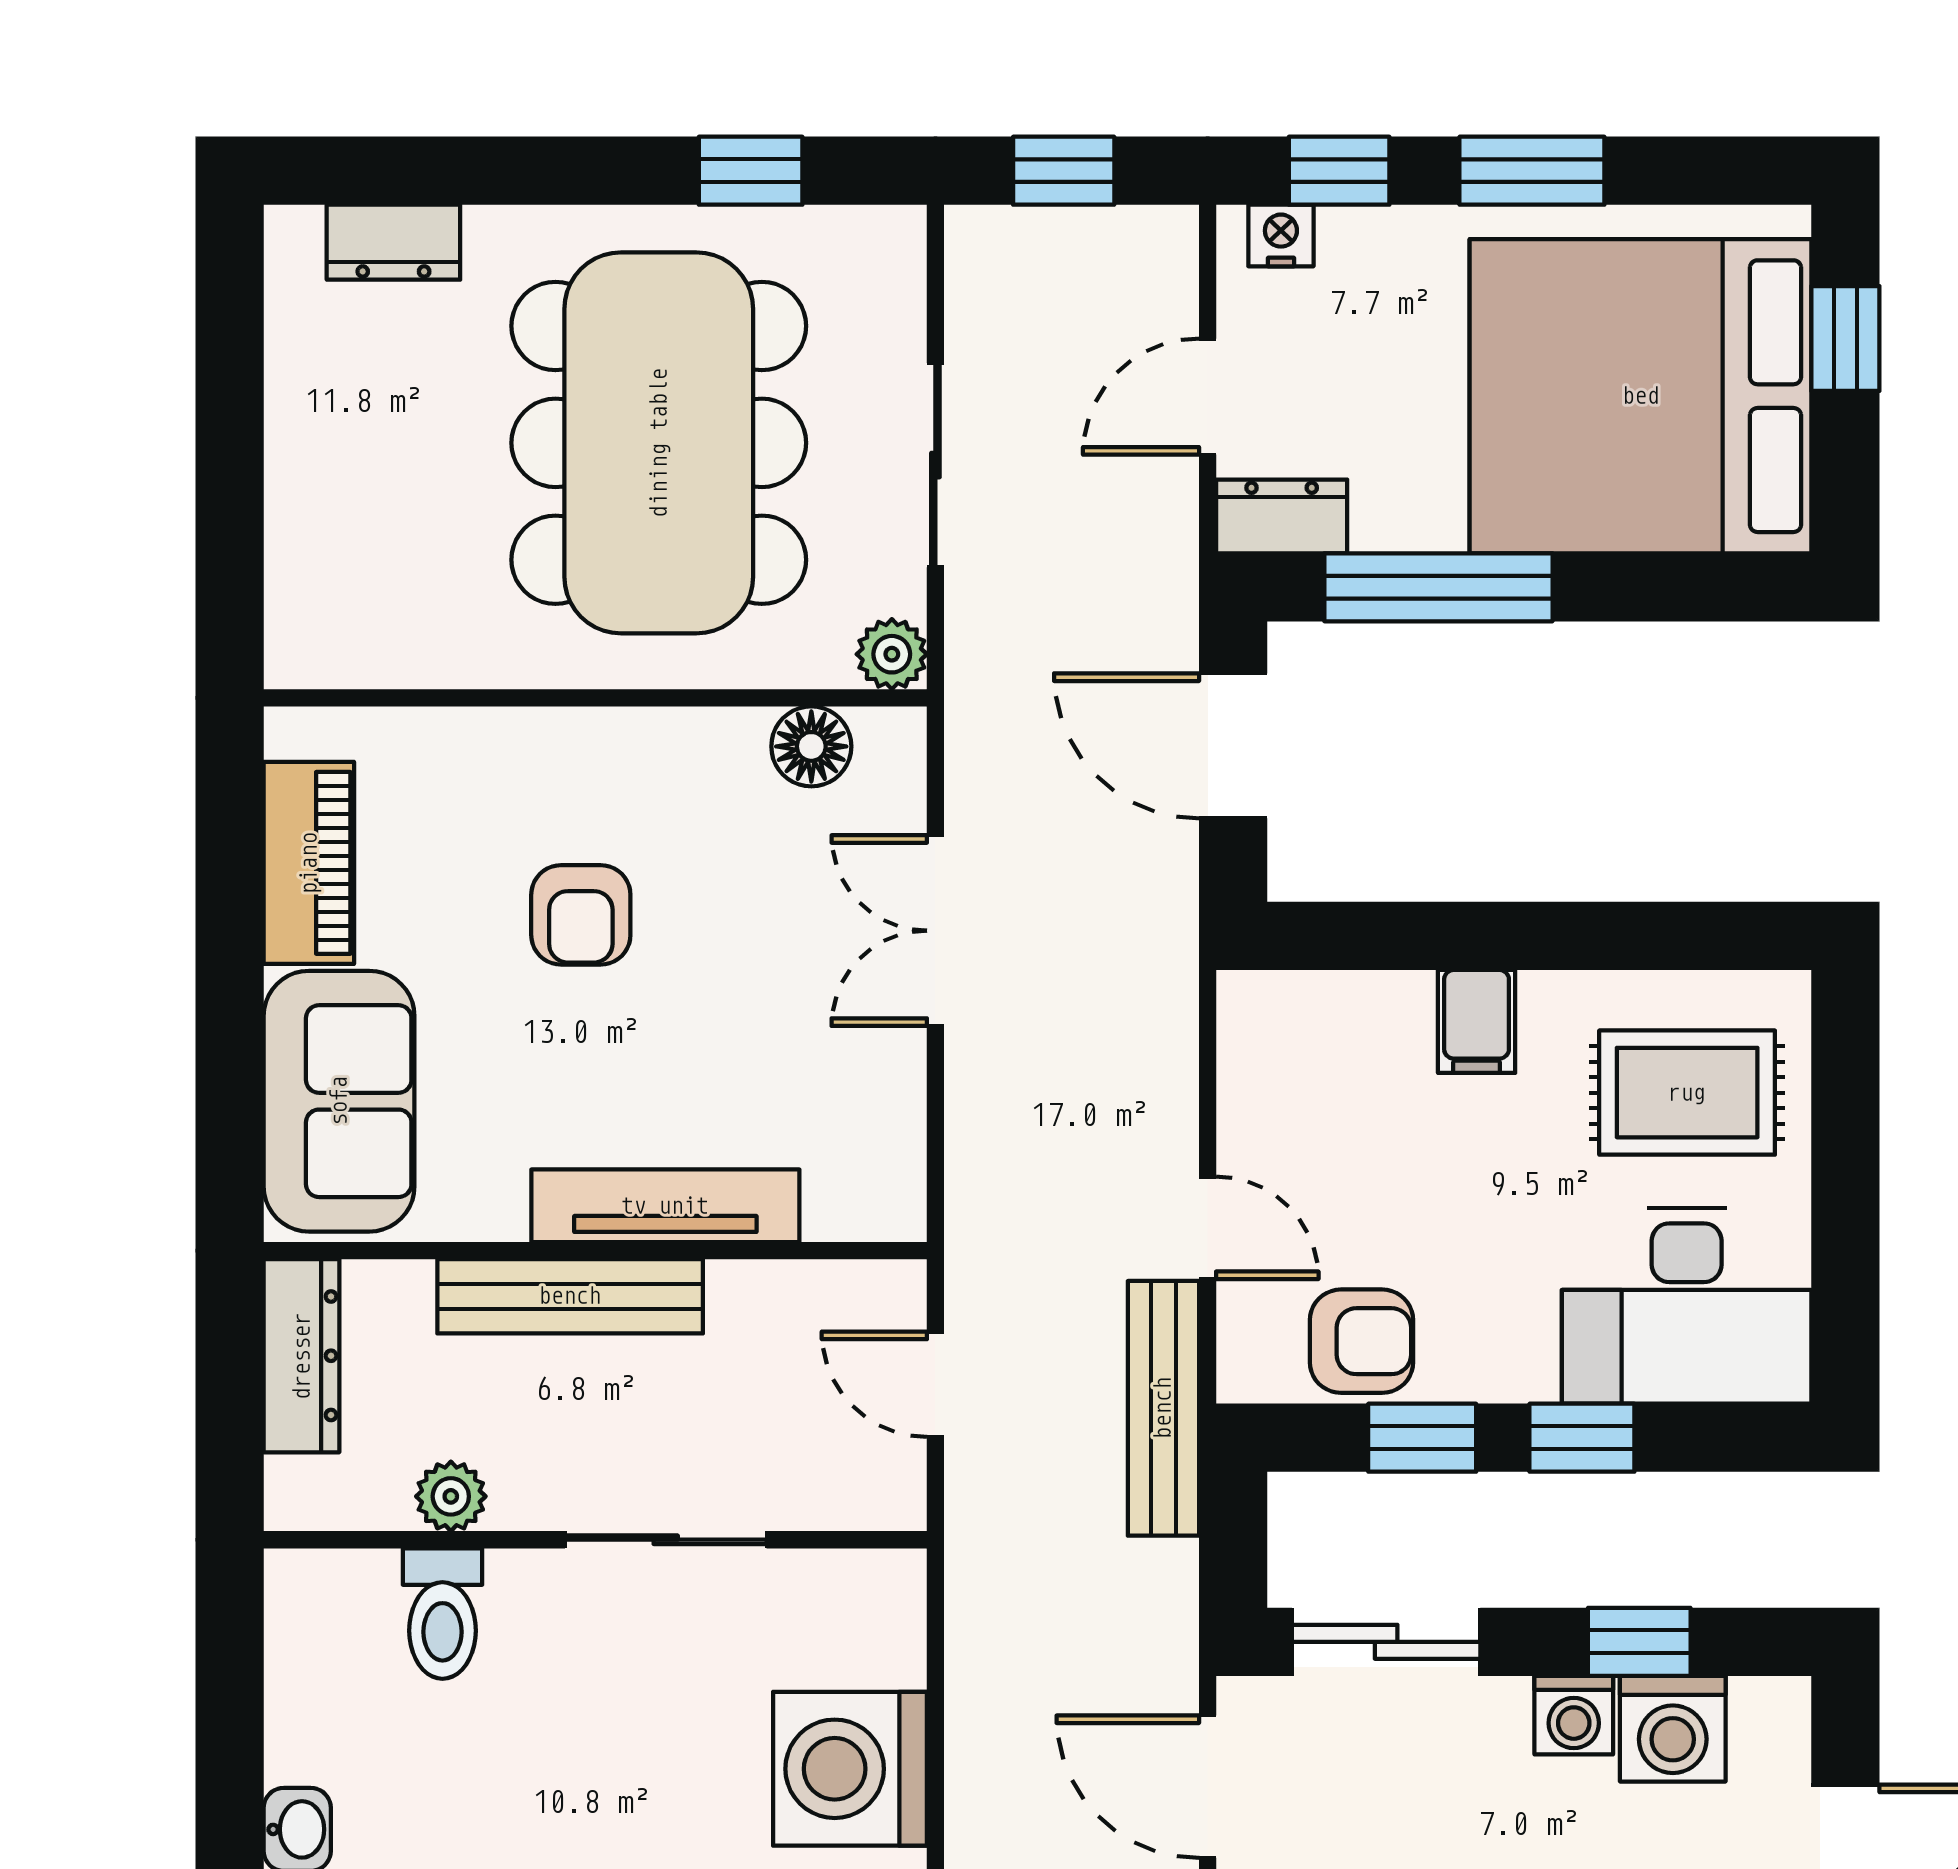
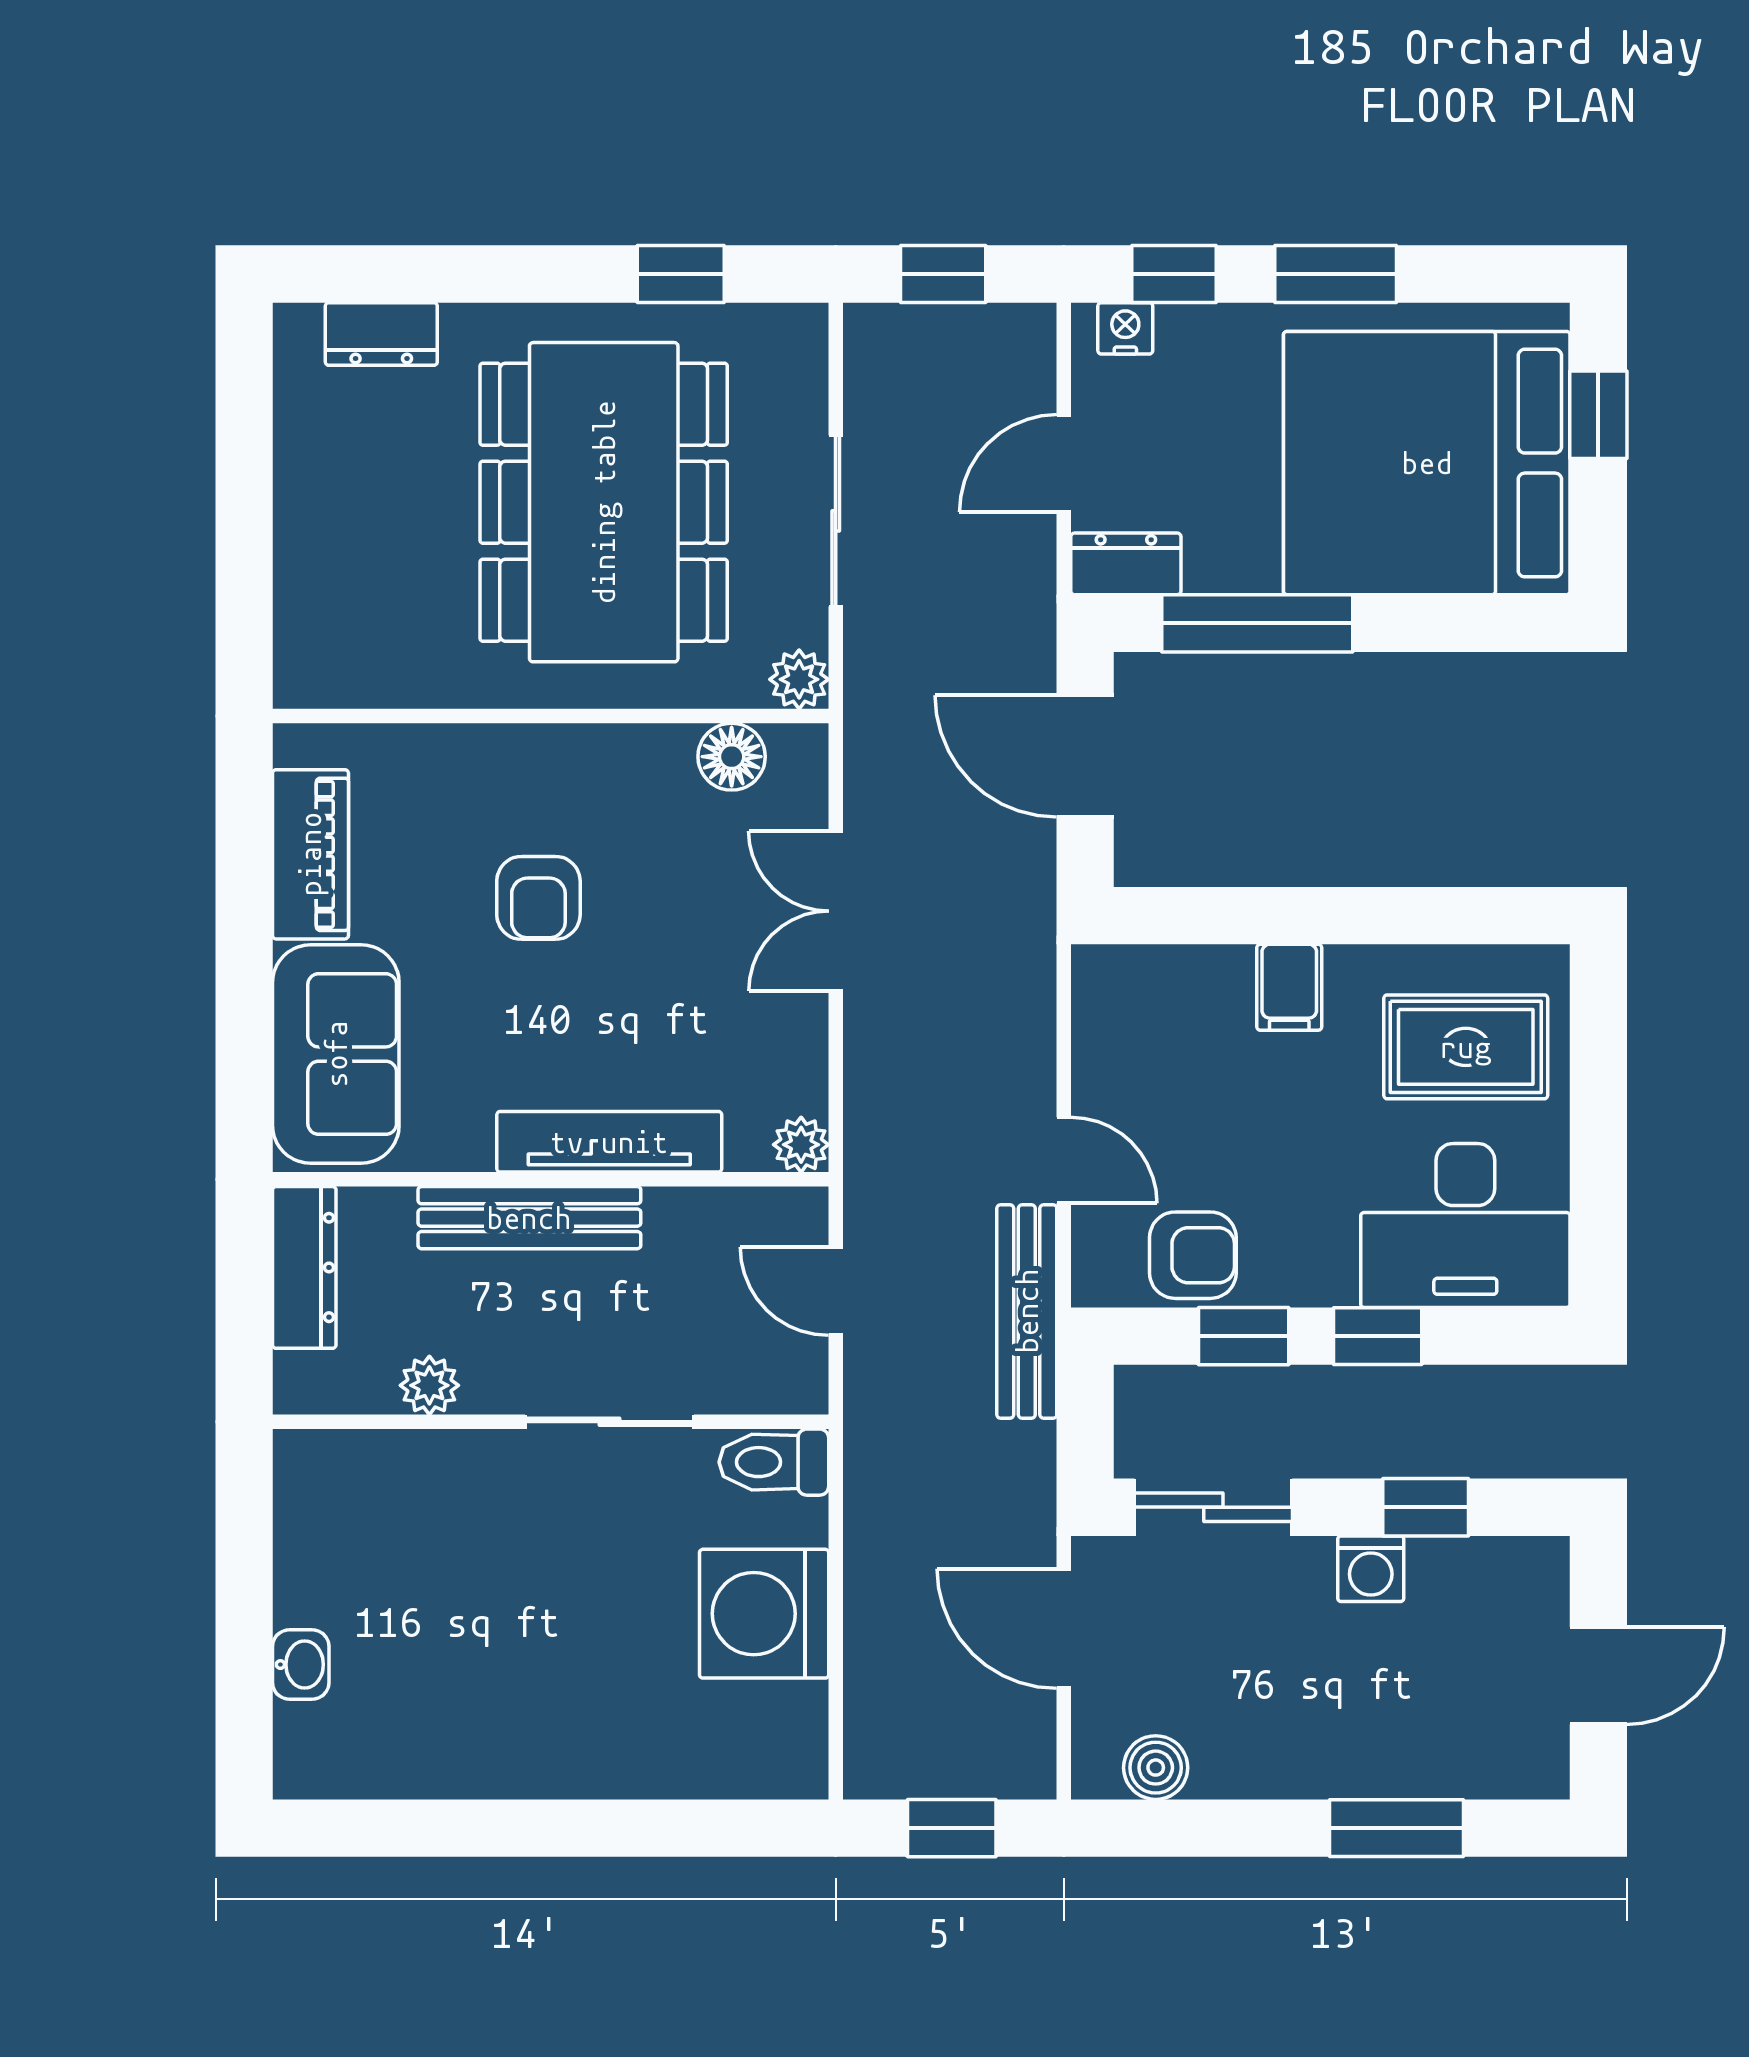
plant: (894, 1209) -> (801, 1145), added
toilet: (442, 1614) -> (774, 1462), moved, turned 90
washing machine: (1673, 1729) -> (1454, 1580), removed

